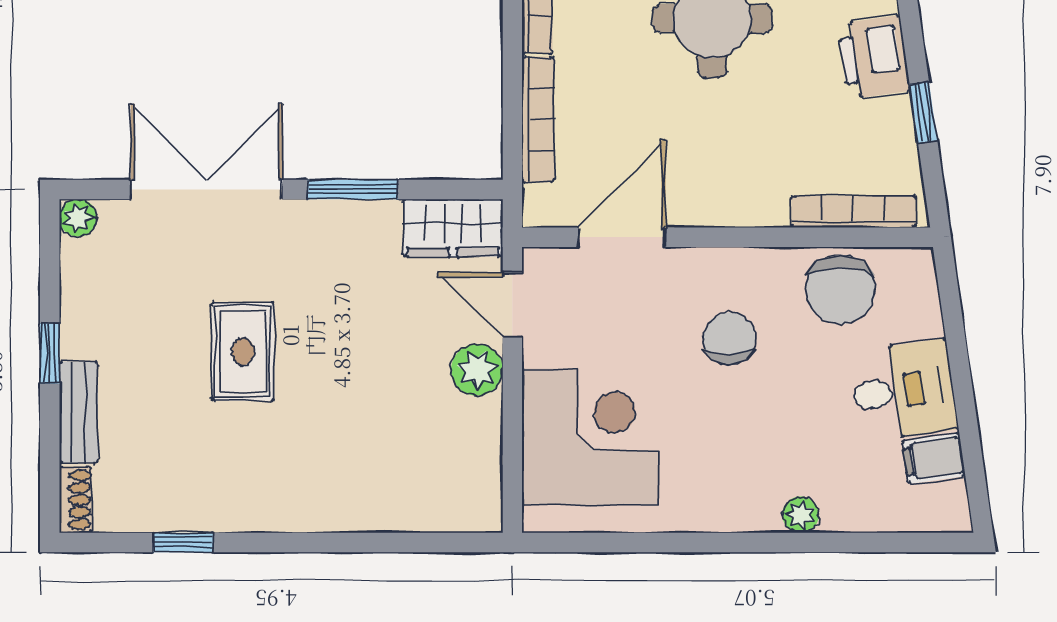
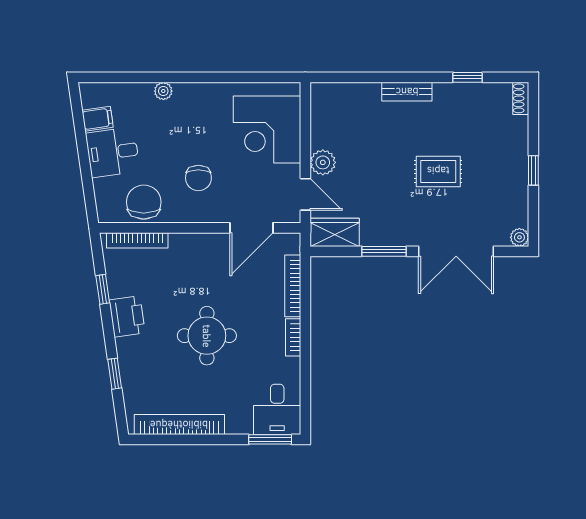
rug: (243, 351) -> (438, 171), turned 90
bench: (79, 412) -> (407, 92), moved, turned 90

